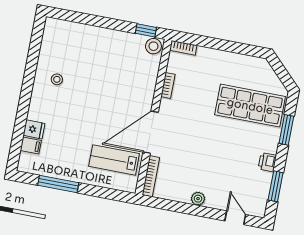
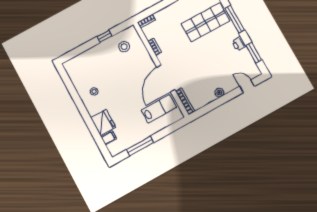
window: (146, 30) -> (104, 36), moved
stool: (153, 46) -> (124, 47), moved
fridge: (34, 129) -> (103, 122), width x1.88, depth x1.34
window: (286, 130) -> (235, 19), width x1.44
lab bench: (114, 160) -> (159, 109), turned 180

